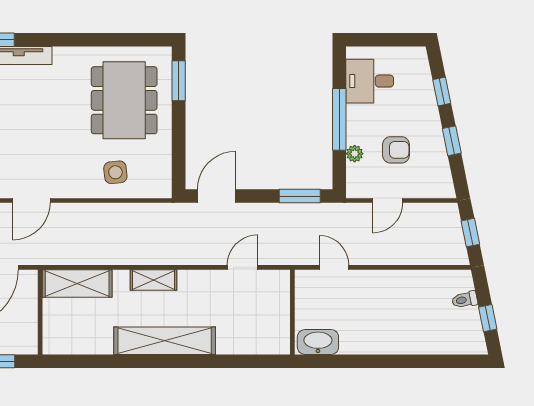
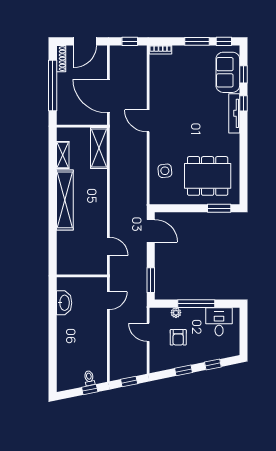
shelving: (153, 280) -> (63, 155), moved
window: (488, 318) -> (90, 390), moved
washbasin: (318, 342) -> (64, 303), moved

